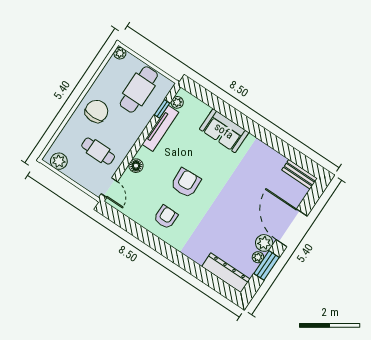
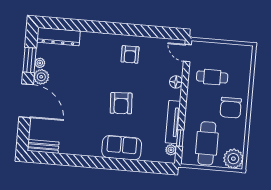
plant: (120, 53) -> (233, 159), width x1.88, depth x1.88
plant: (59, 161) -> (239, 52), removed
armchair: (186, 183) -> (121, 103), moved

